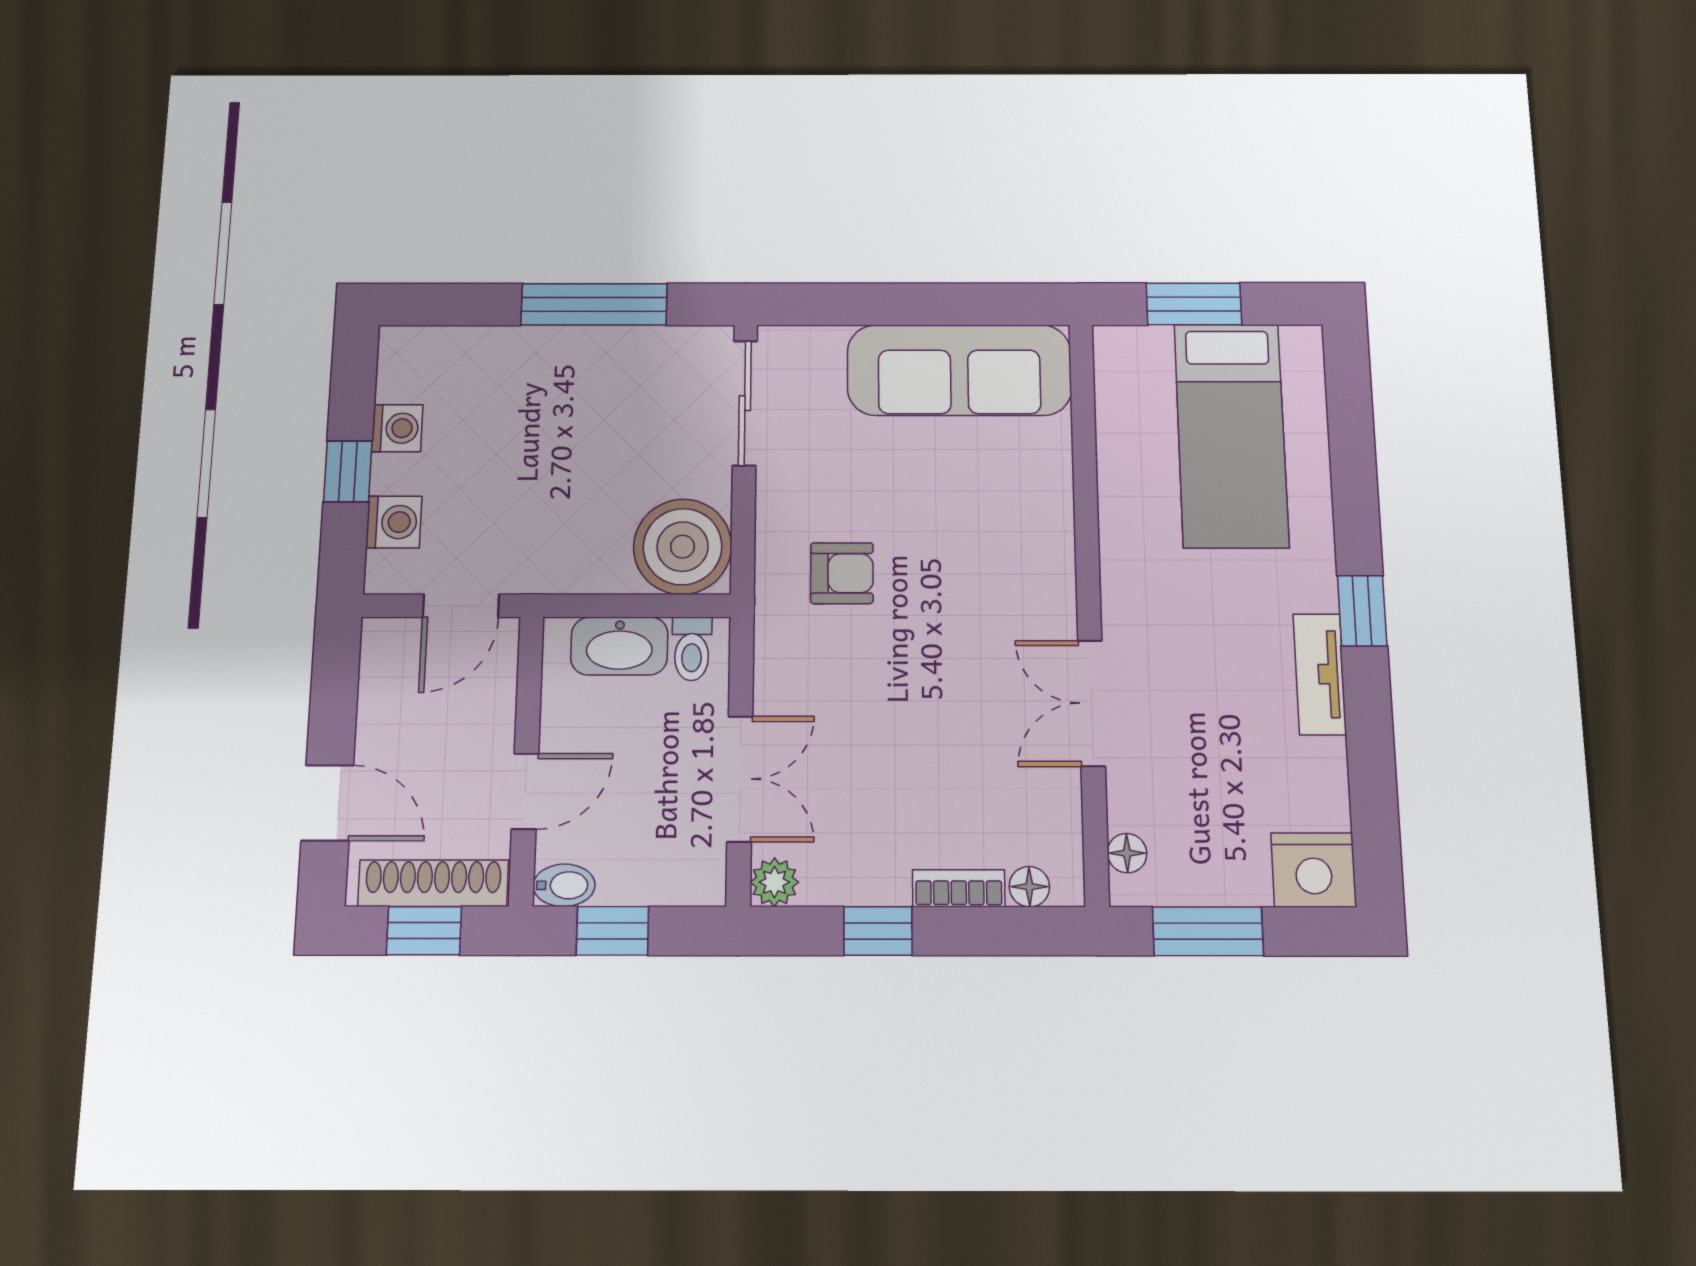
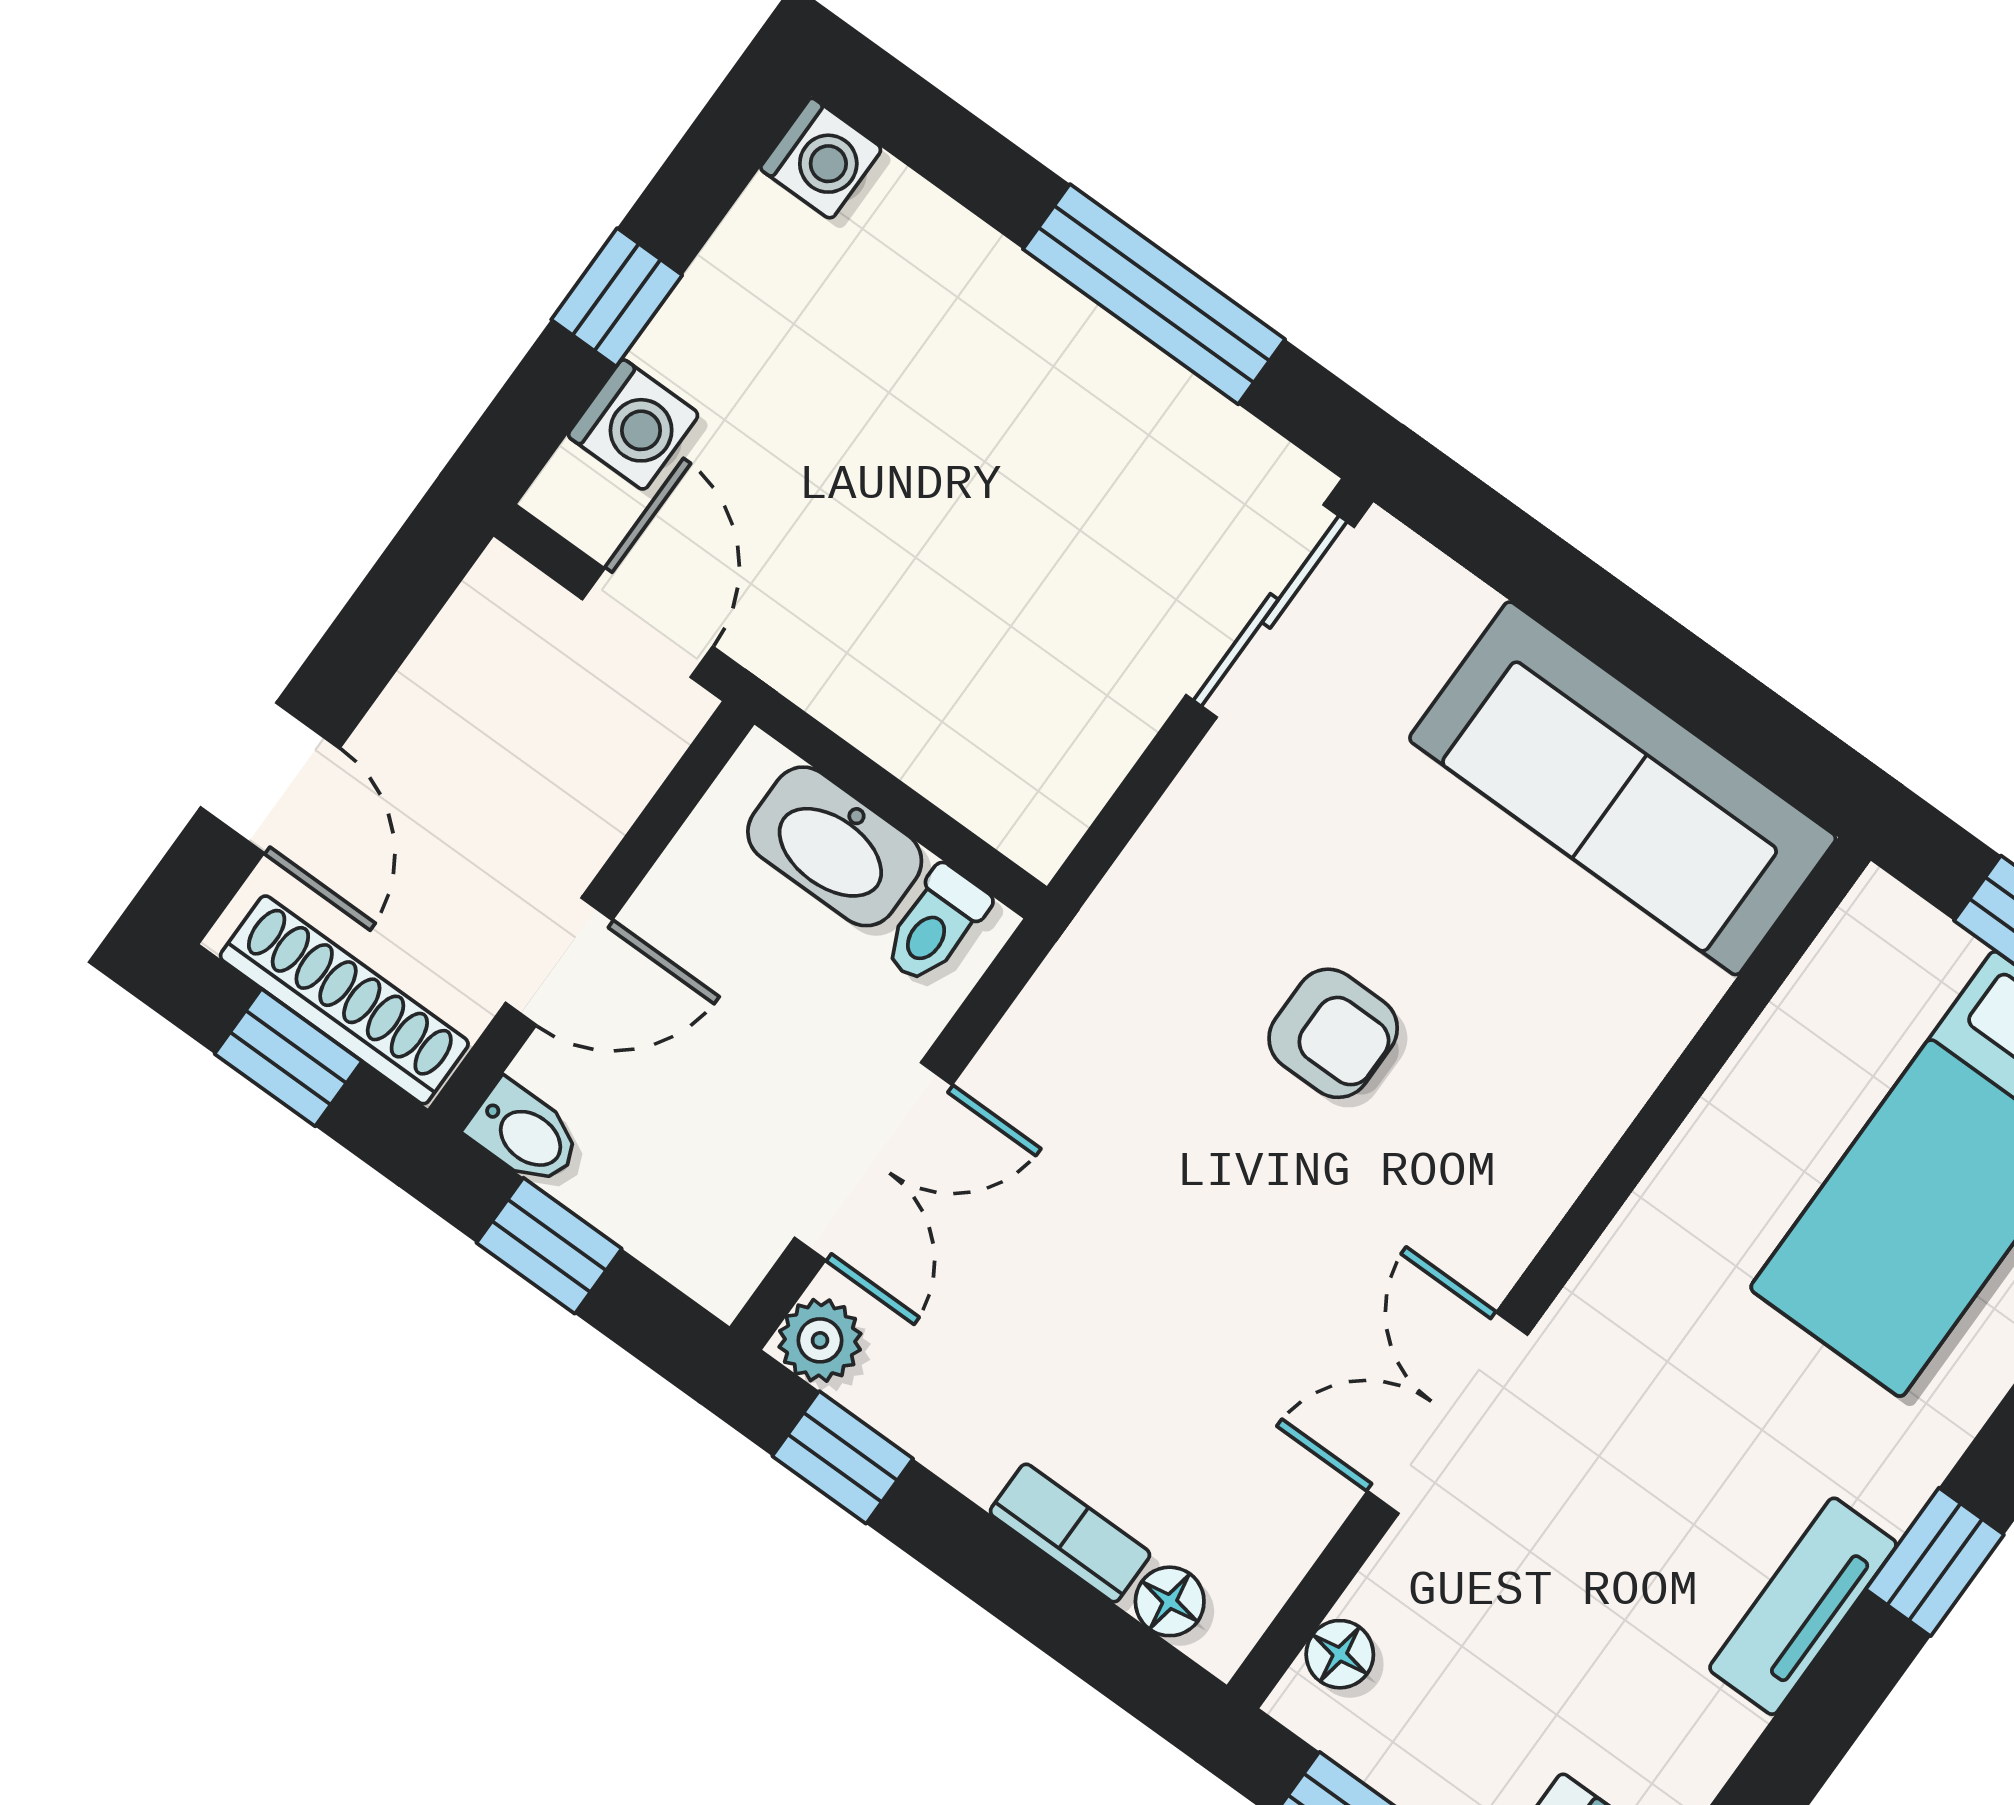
washing machine: (397, 428) -> (821, 158), moved
boiler: (683, 547) -> (1027, 764), removed
armchair: (842, 573) -> (1333, 1033), moved
door: (461, 606) -> (648, 623), swing flipped
window: (878, 931) -> (843, 1457), moved

